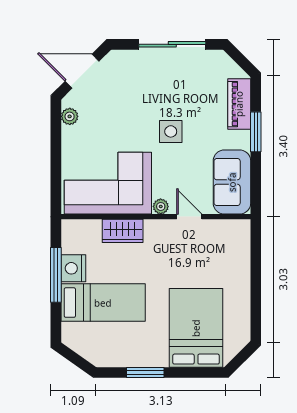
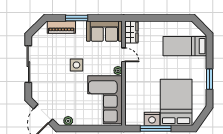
door: (189, 217) -> (124, 55), swing flipped
wardrobe: (123, 231) -> (131, 32), moved
bed: (103, 303) -> (176, 102), width x1.50
bed: (196, 328) -> (185, 46), width x0.67

